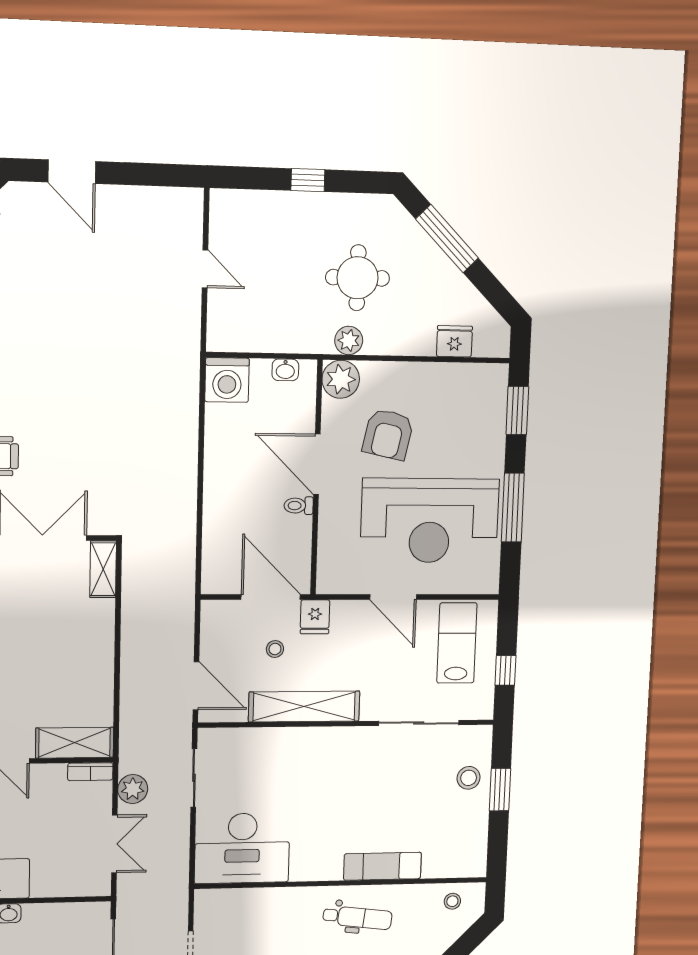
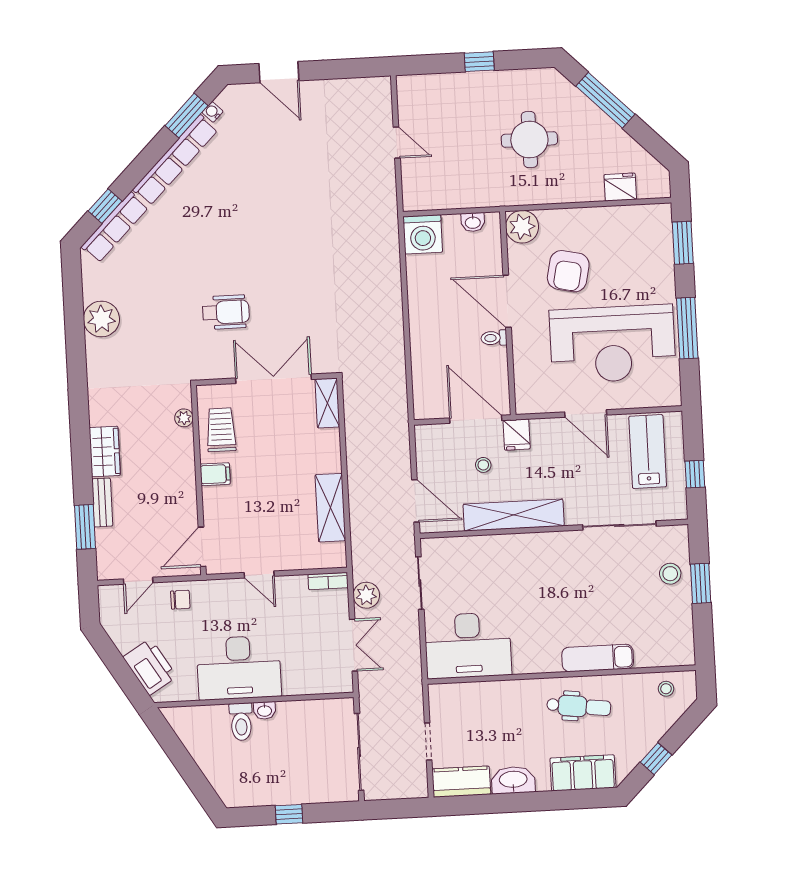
plant: (349, 340) -> (526, 193), removed
shelving: (75, 743) -> (330, 508), moved, turned 90

